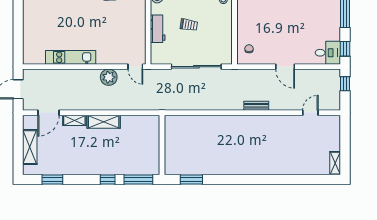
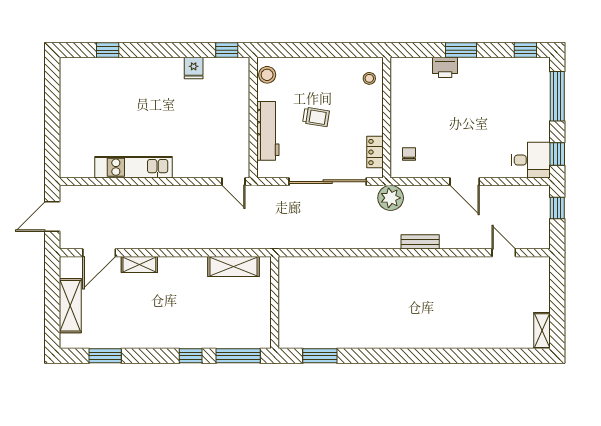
workbench: (158, 29) -> (268, 131), width x1.38
locker: (227, 48) -> (375, 152), added
plant: (109, 77) -> (391, 198), moved
door: (310, 113) -> (504, 253), hinge flipped
shelving: (104, 122) -> (233, 267), moved

